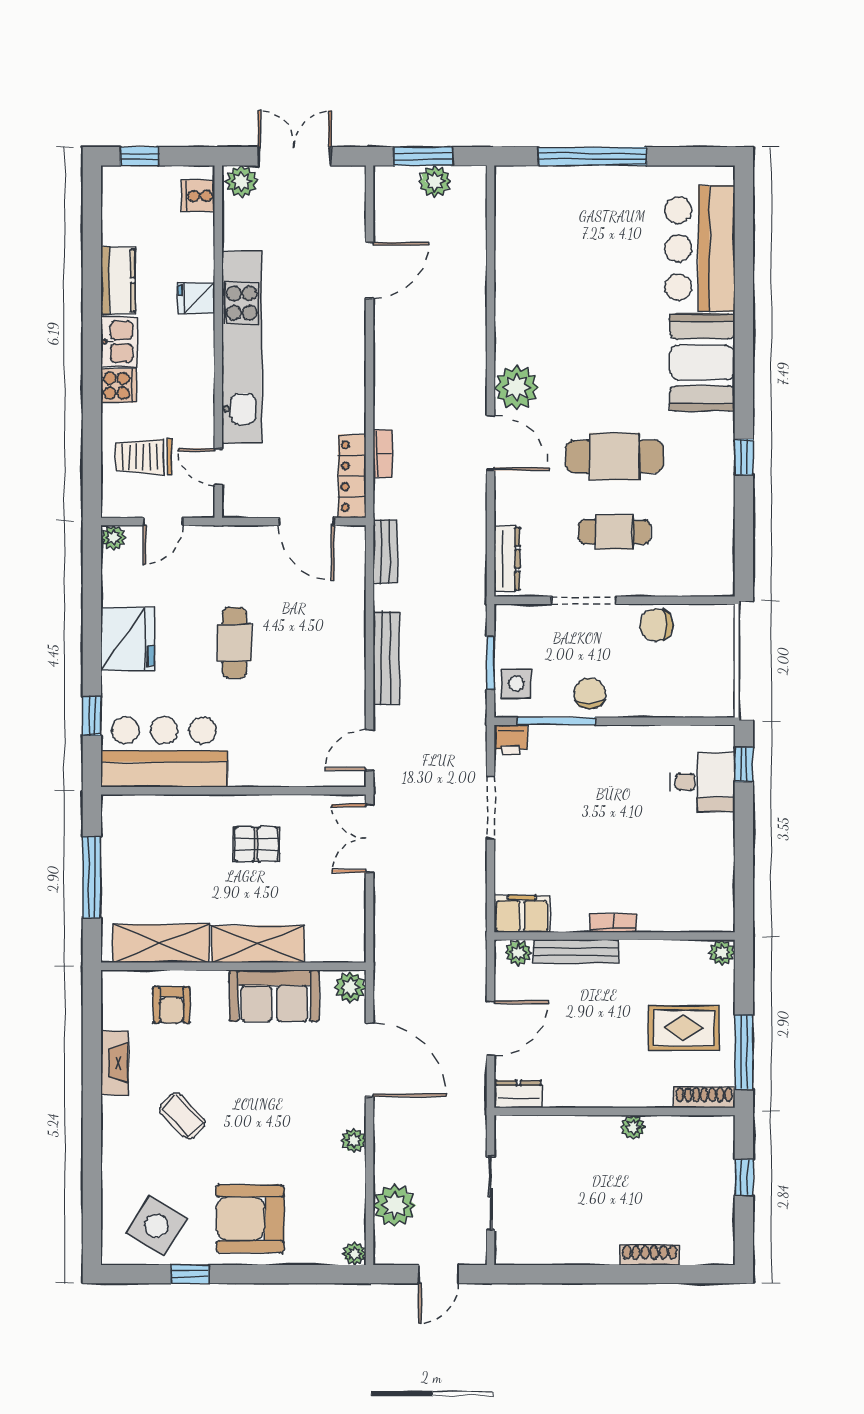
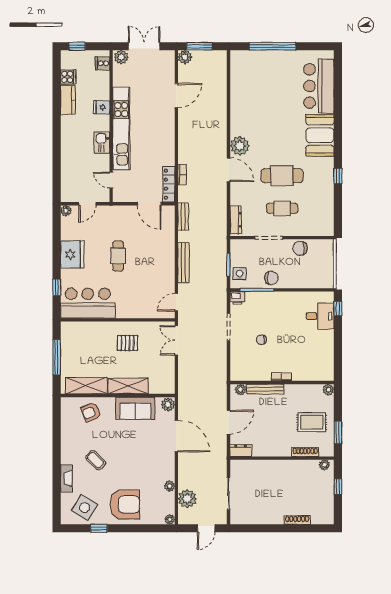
plant: (435, 181) -> (185, 57), moved
kitchen sink: (119, 342) -> (102, 143), moved, turned 180
cooker: (119, 386) -> (68, 77), moved
trolley: (144, 457) -> (79, 176), removed
chair: (590, 693) -> (271, 278), turned 90
chair: (567, 837) -> (261, 340), added
filing cabinet: (522, 914) -> (242, 373), removed
armchair: (171, 1005) -> (91, 412), turned 69
window: (744, 1052) -> (338, 432), width x0.69
fireplace: (115, 1063) -> (66, 478), moved
shoe rack: (704, 1097) -> (305, 452), moved
plant: (633, 1127) -> (324, 465), moved
plant: (354, 1140) -> (170, 486), moved
armchair: (250, 1219) -> (125, 504), turned 180

